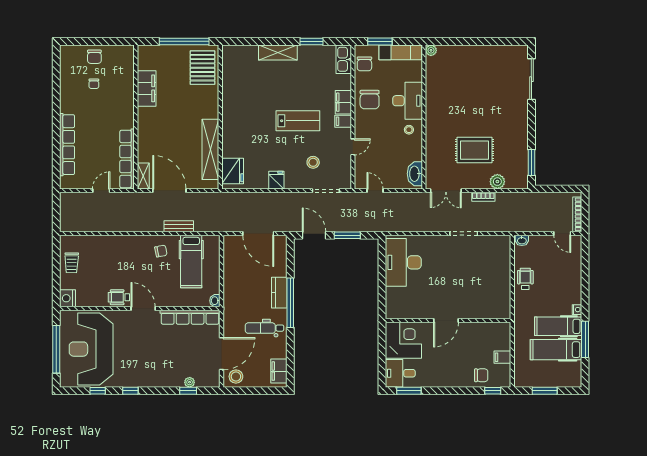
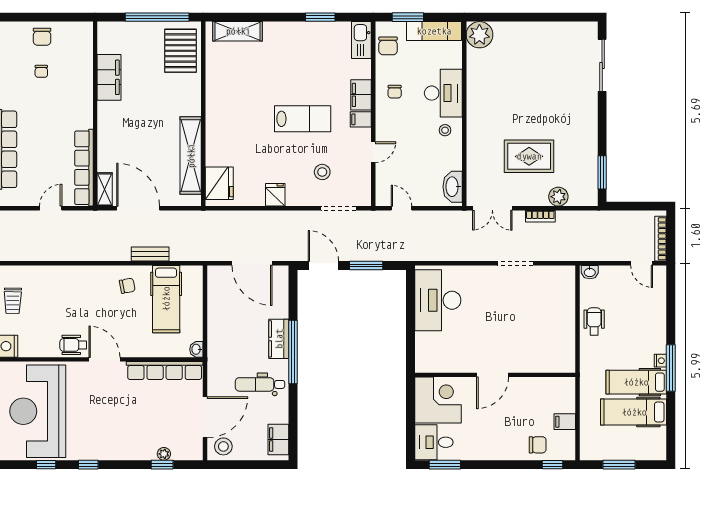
plant: (431, 50) -> (479, 35), width x1.88, depth x1.88
shelving: (278, 53) -> (238, 31), moved
chair: (370, 100) -> (395, 92), width x0.54, depth x0.54
window: (585, 339) -> (671, 368), moved

